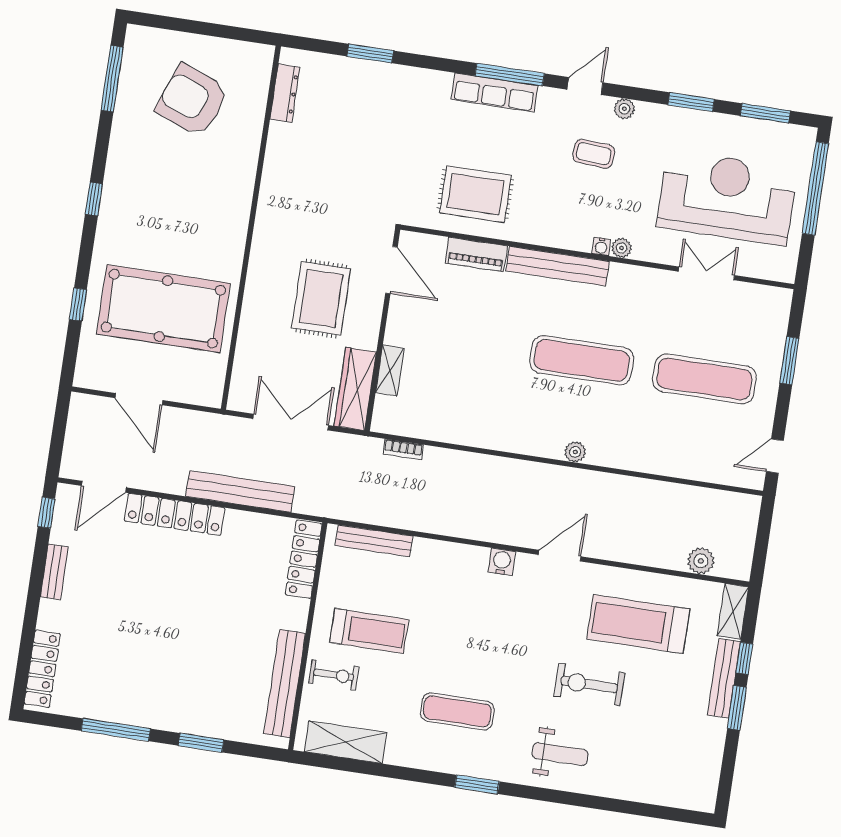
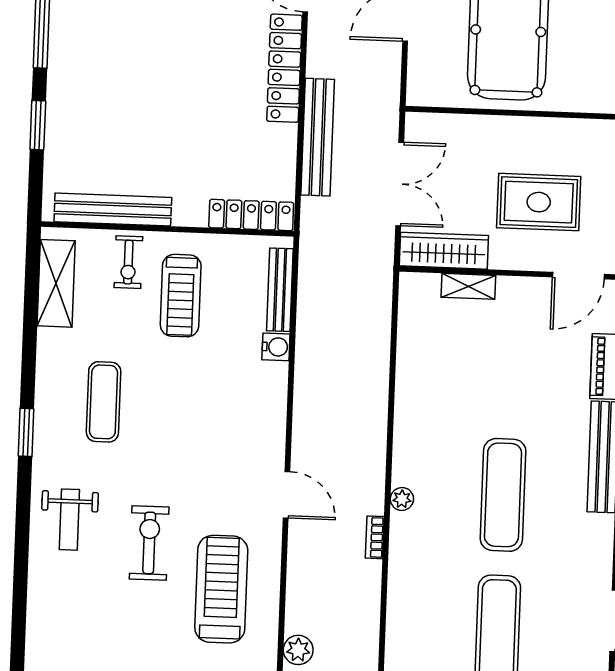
bookcase: (403, 449) -> (375, 537), moved
water cooler: (502, 562) -> (276, 347), moved

